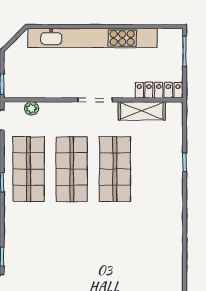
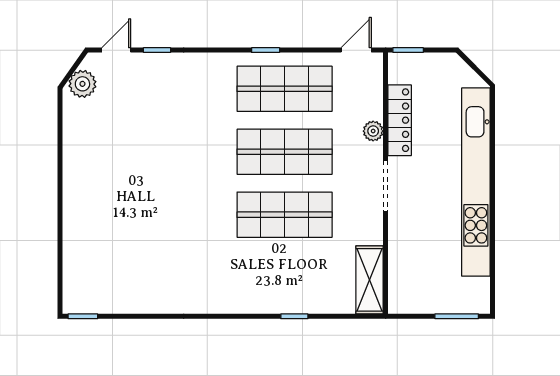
locker: (159, 90) -> (400, 120), moved
plant: (32, 108) -> (373, 131), moved
shelving: (142, 111) -> (370, 280), moved

